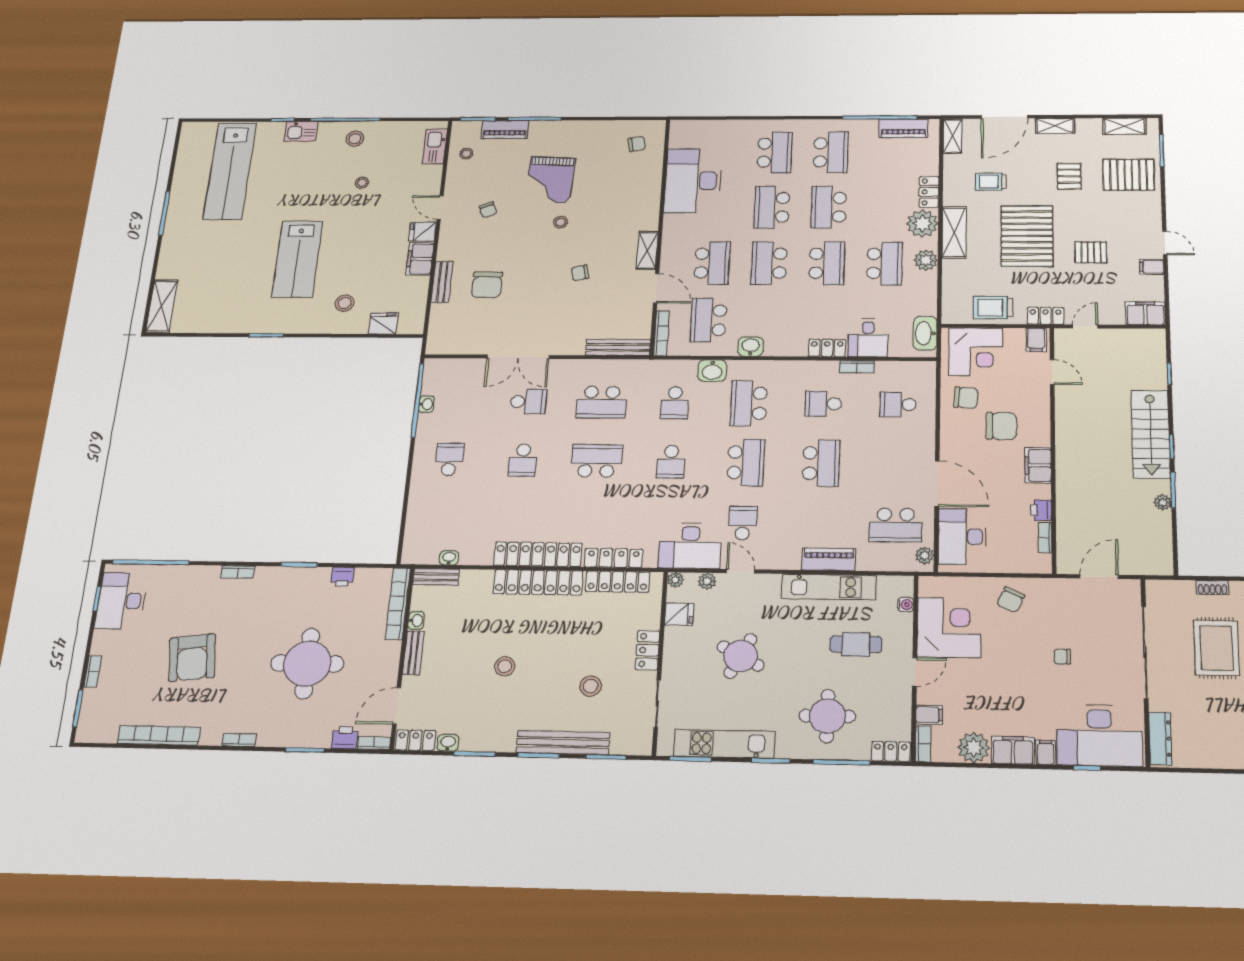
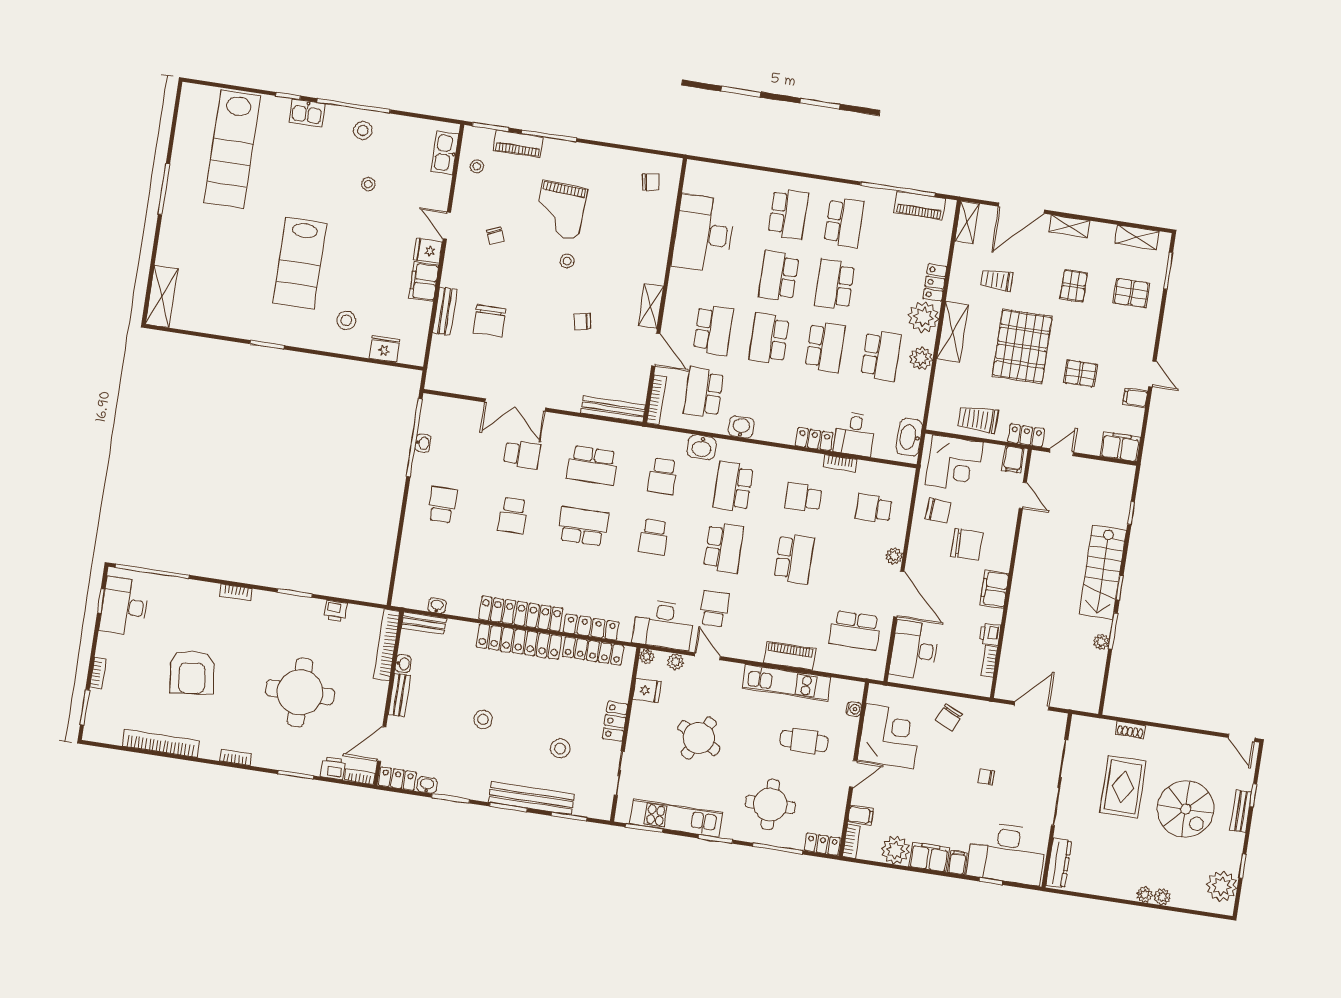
pallet: (1129, 175) -> (1131, 293), width x0.67, depth x0.71
plant: (925, 555) -> (894, 556), moved

